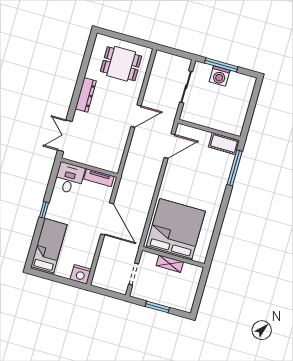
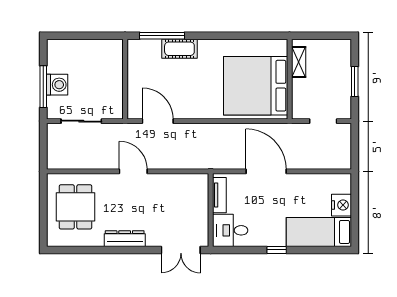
cot: (224, 144) -> (179, 49), moved, turned 90
door: (107, 219) -> (266, 171), hinge flipped
shelving: (170, 264) -> (299, 62), moved
nightstand: (81, 274) -> (341, 205), moved

